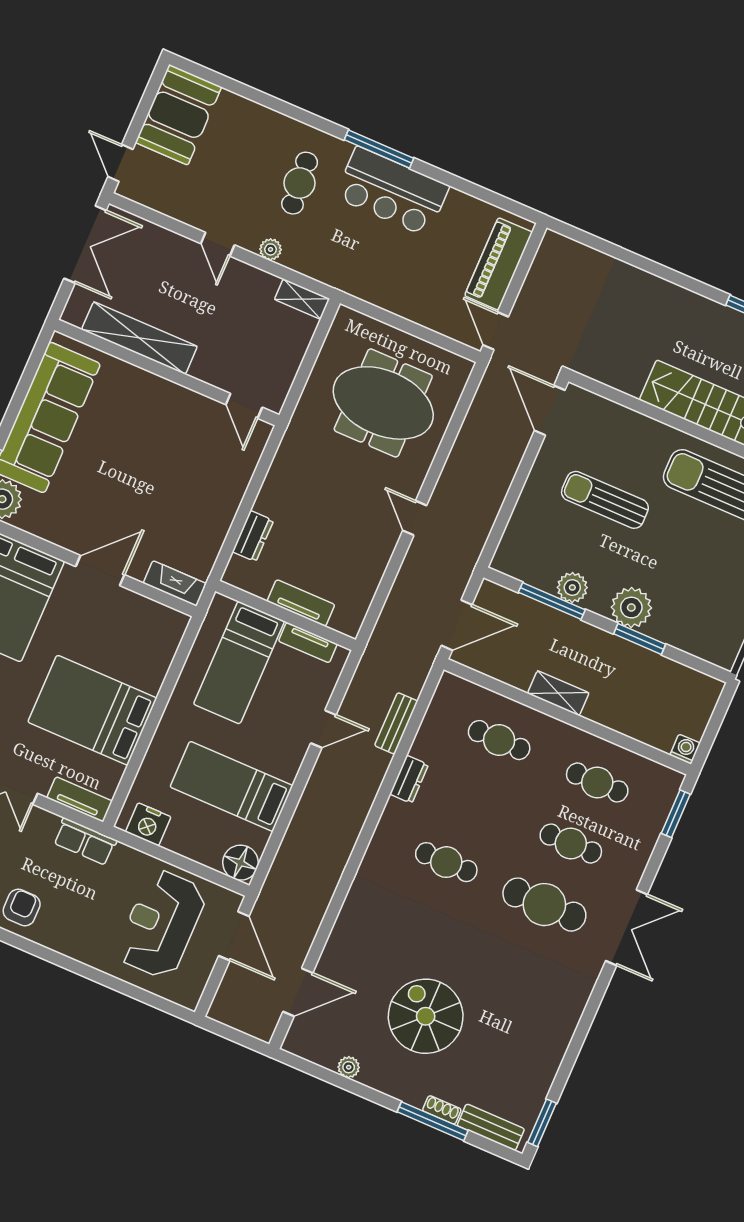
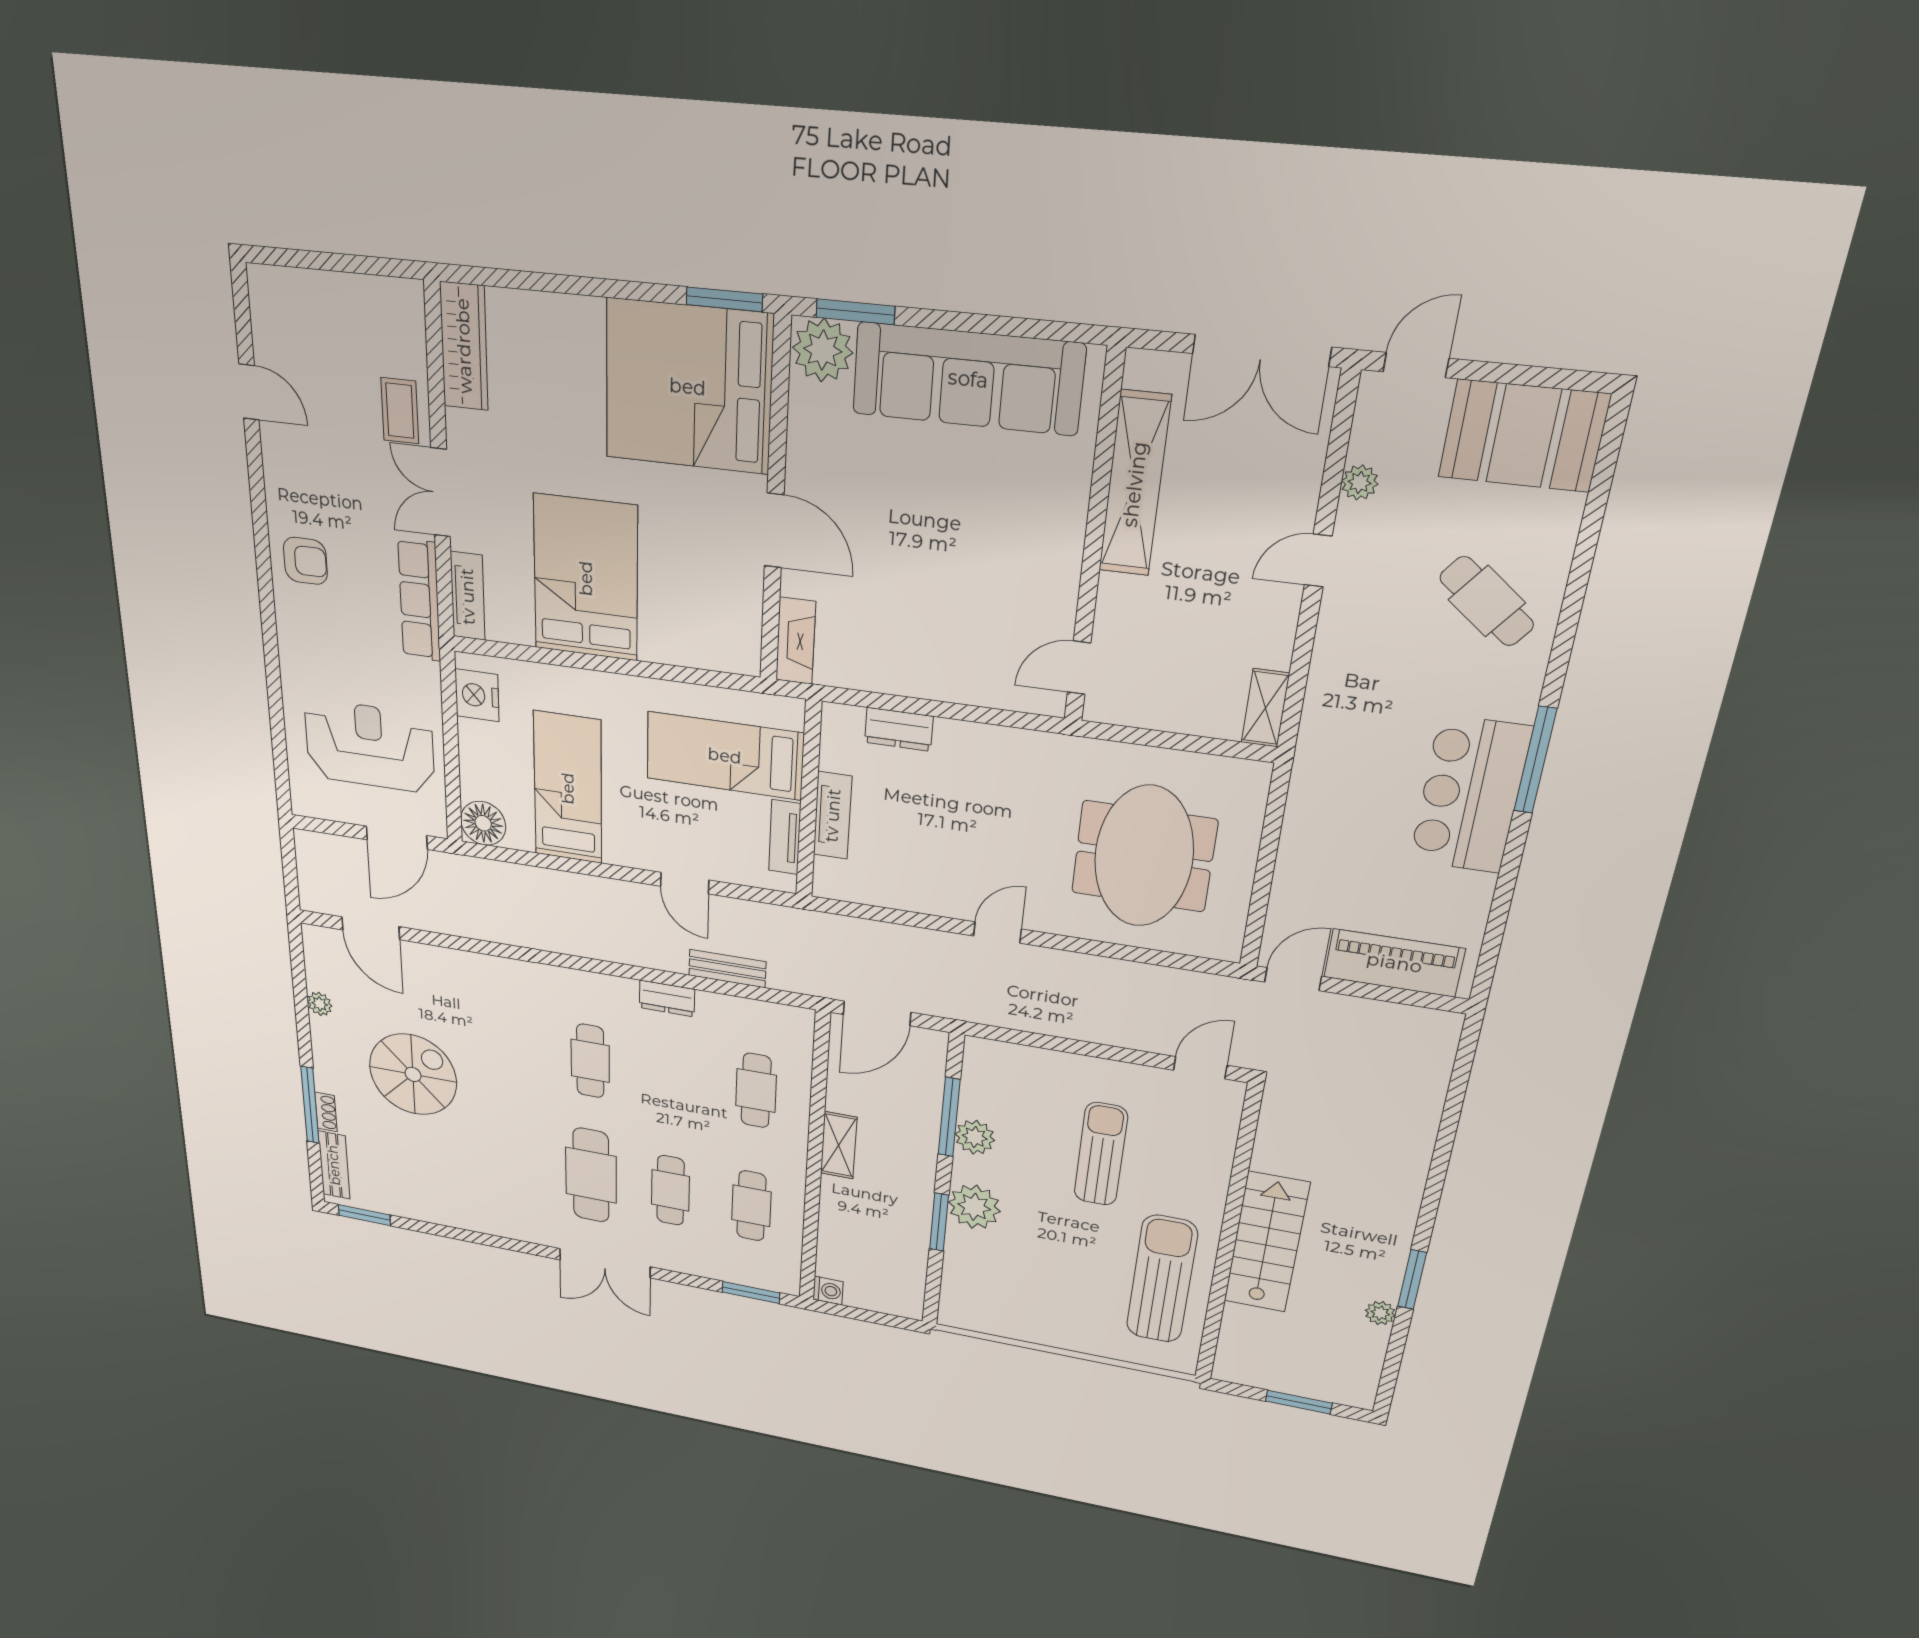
cafe table: (300, 183) -> (1487, 601), moved, turned 43
plant: (271, 249) -> (1360, 482), moved
door: (550, 410) -> (1200, 1068), width x0.73
door: (457, 625) -> (877, 1013), hinge flipped
row of seats: (85, 842) -> (419, 600), width x1.48

